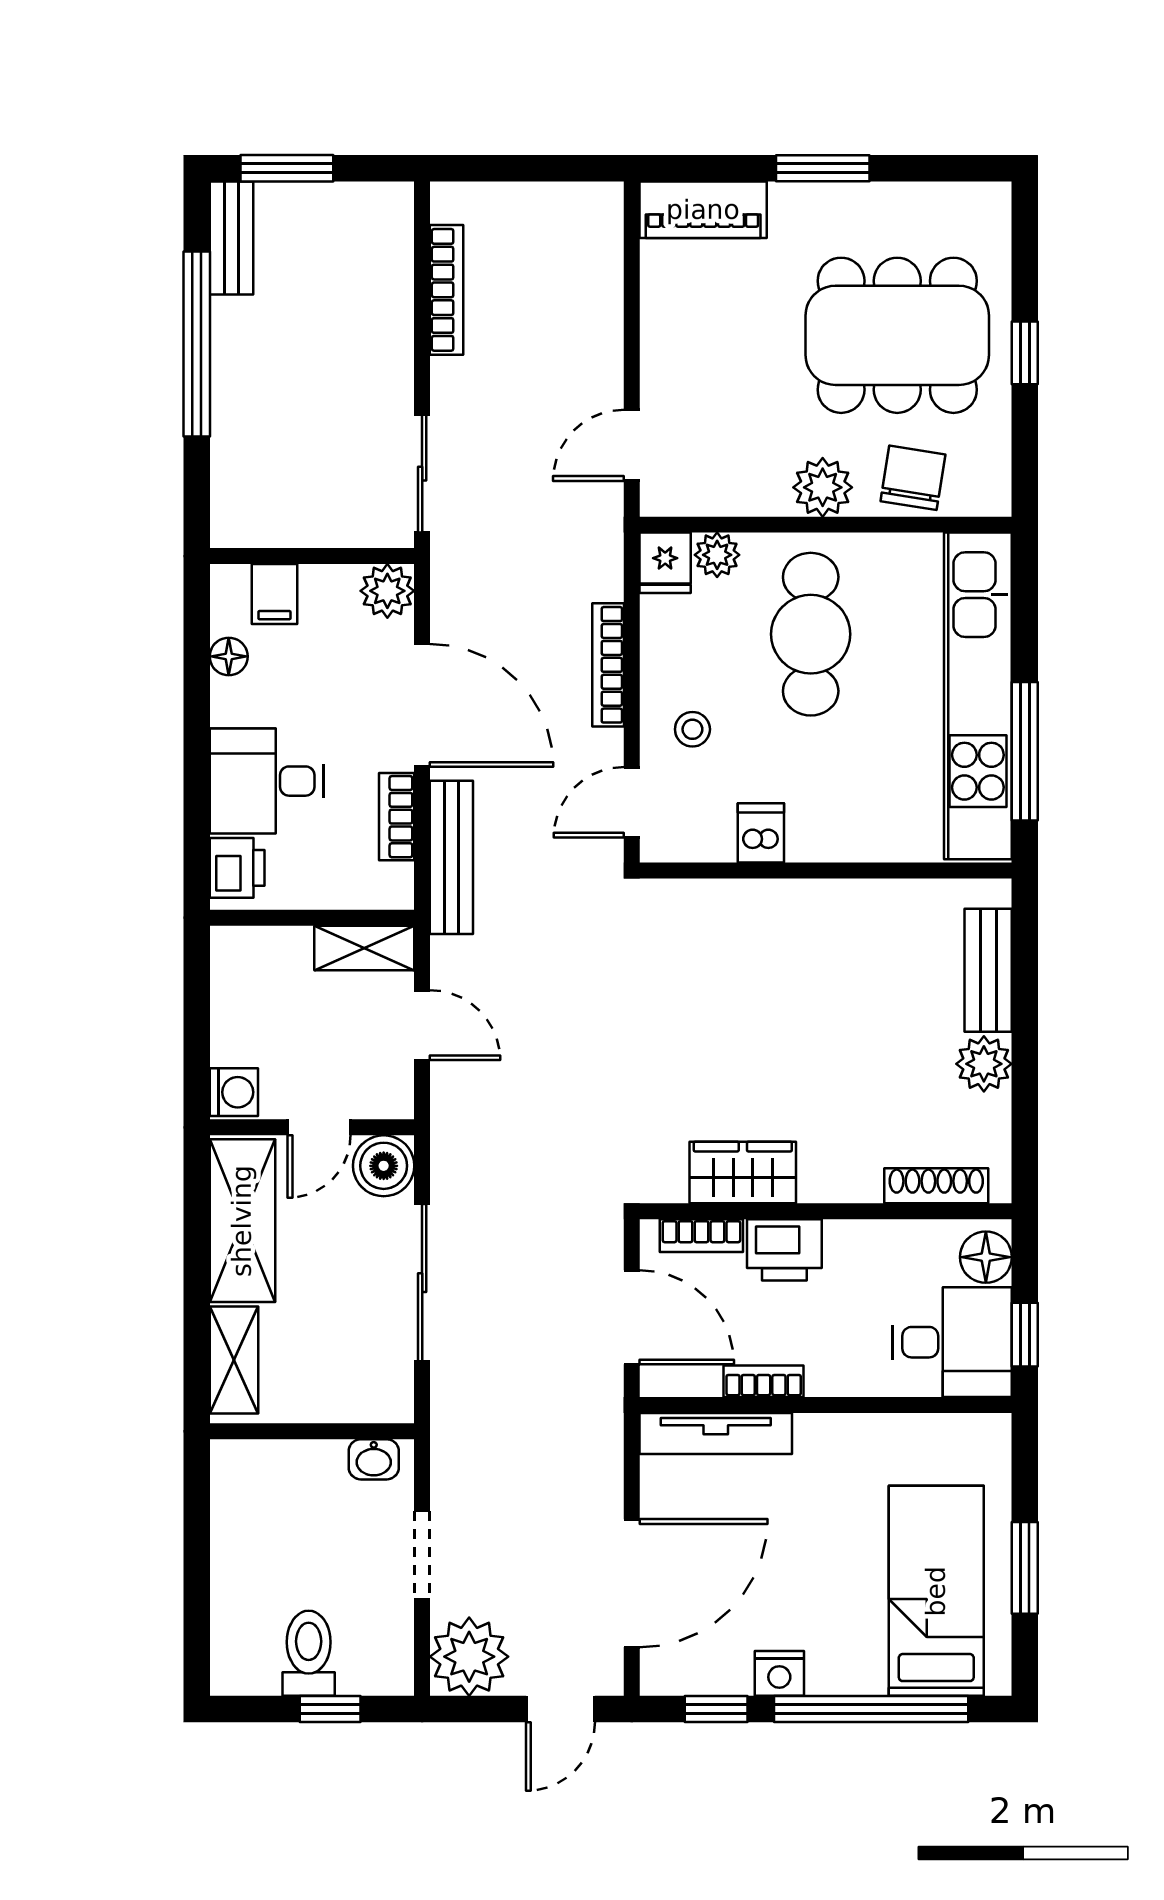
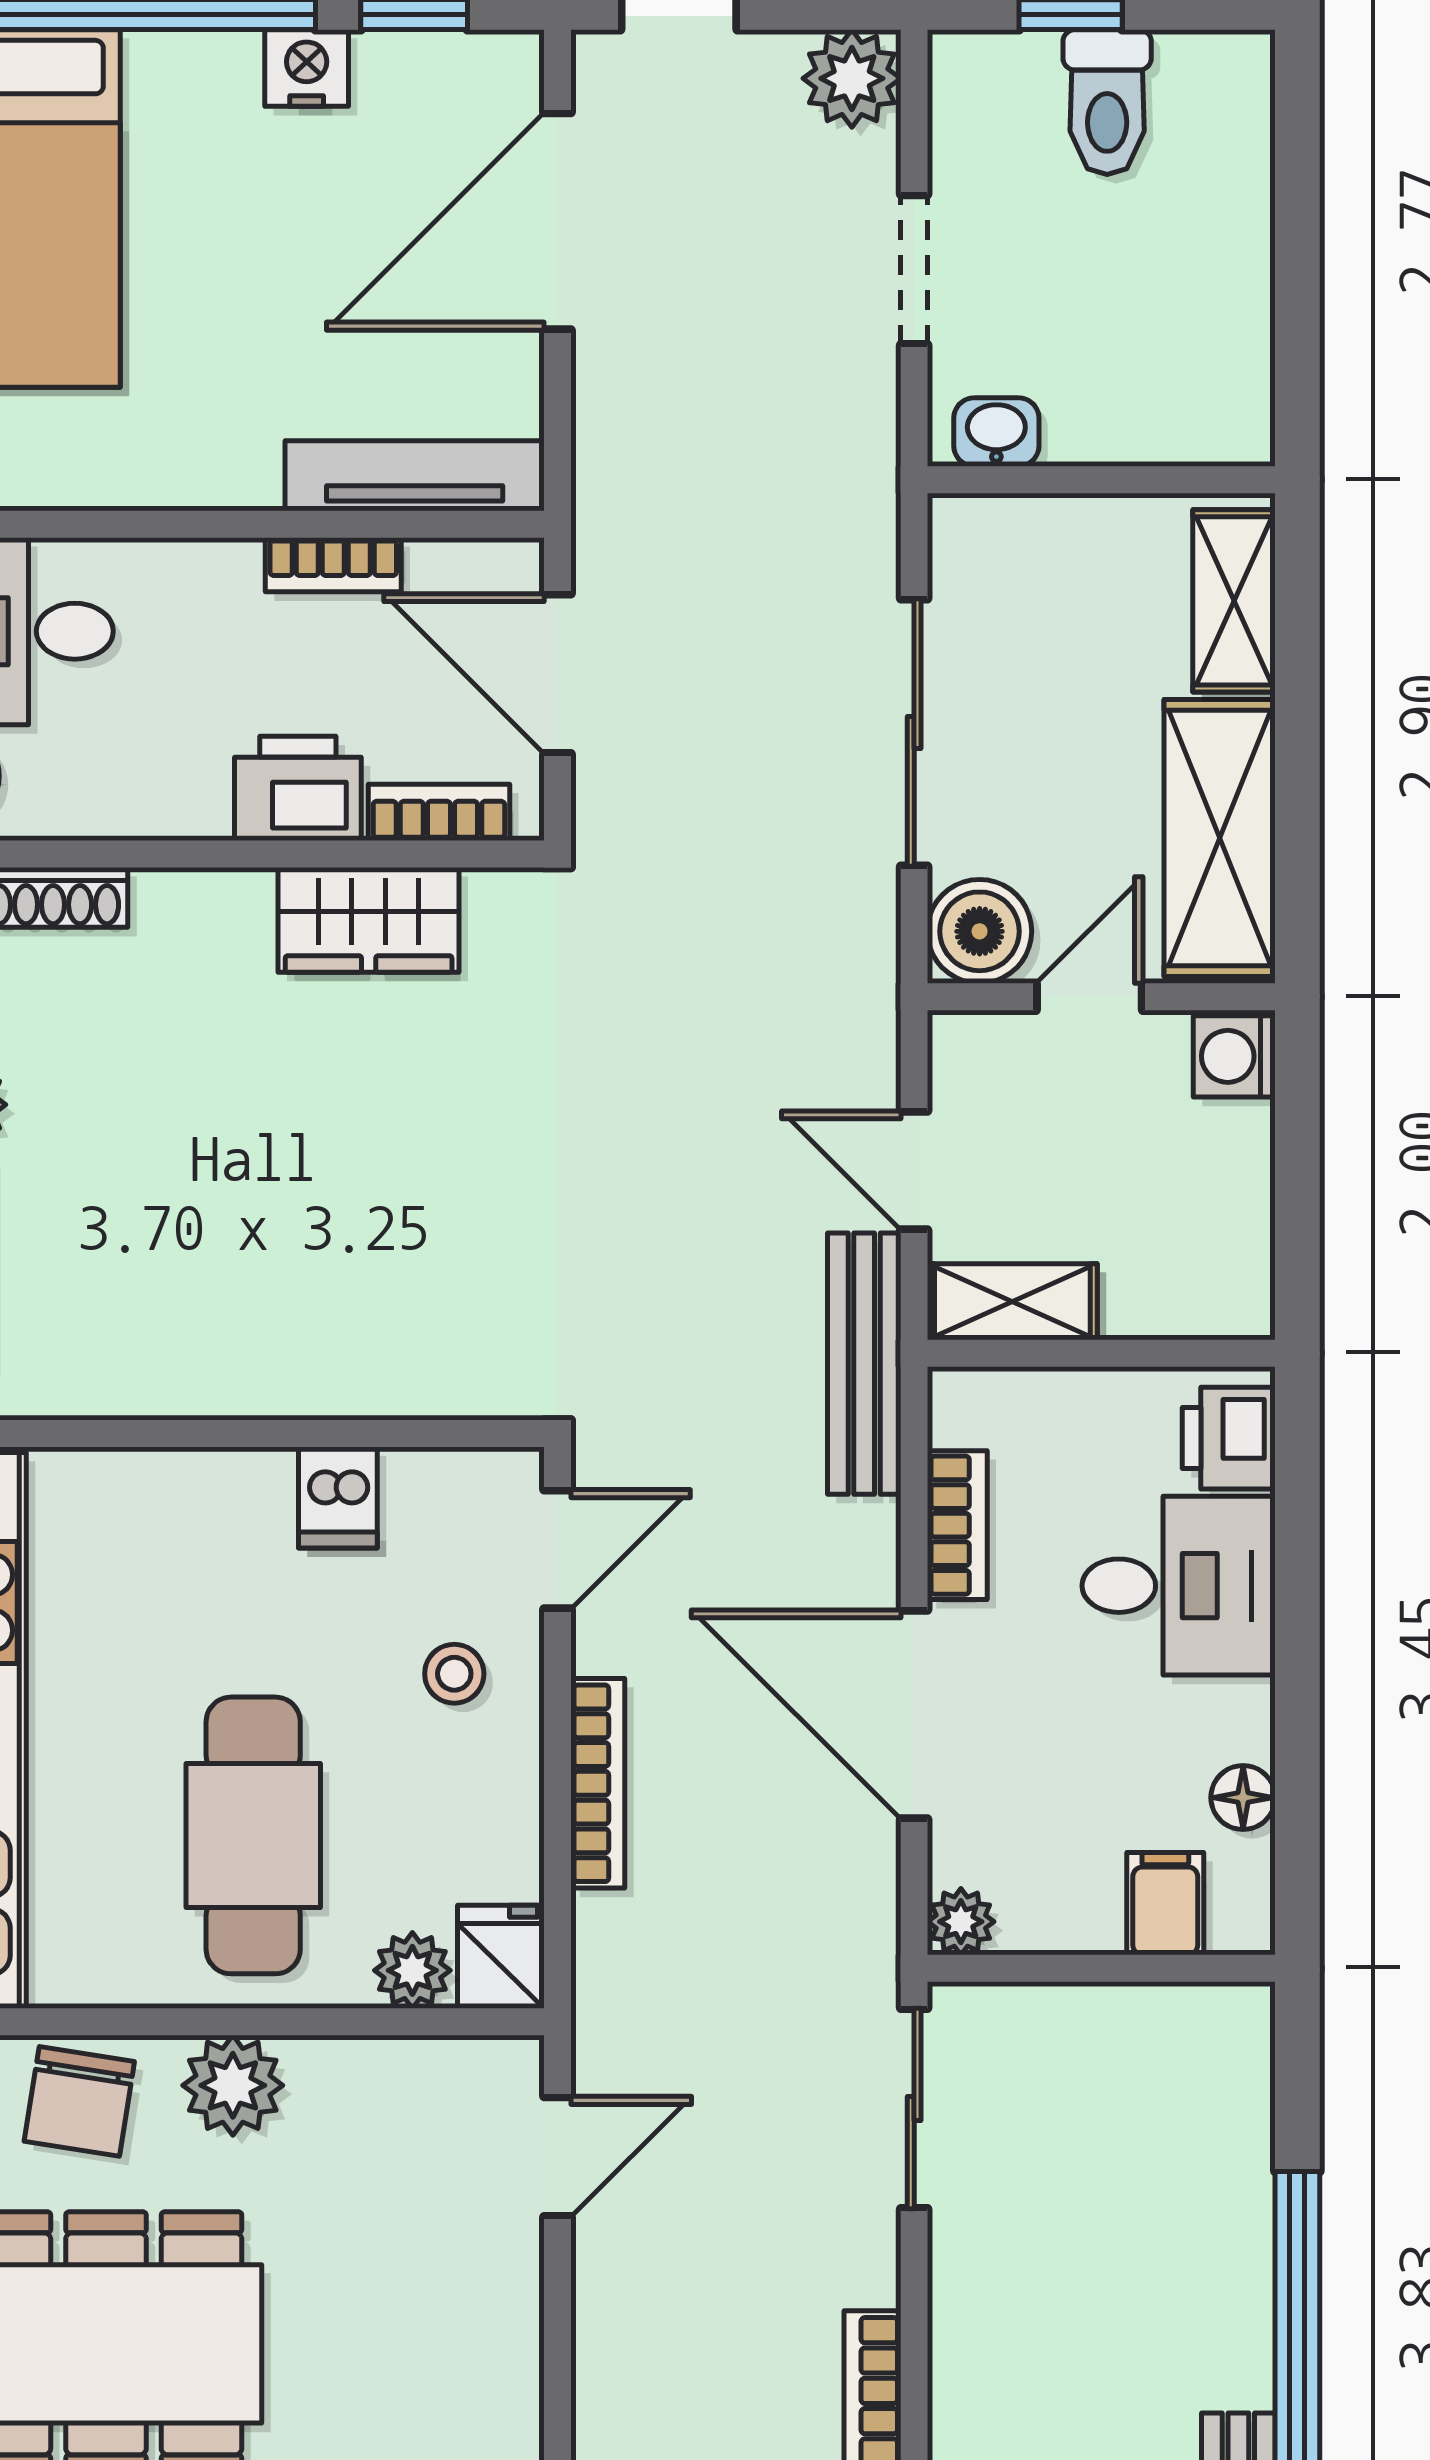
plant: (387, 591) -> (961, 1922), width x0.73, depth x0.73
bench: (451, 857) -> (864, 1364), moved
plant: (469, 1657) -> (852, 78), width x0.73, depth x0.73

